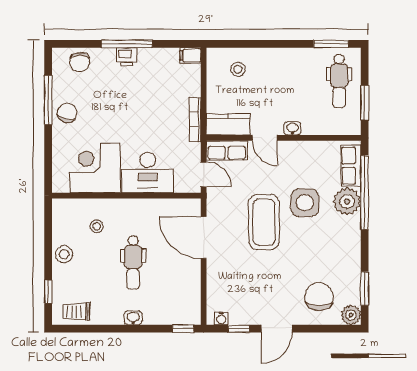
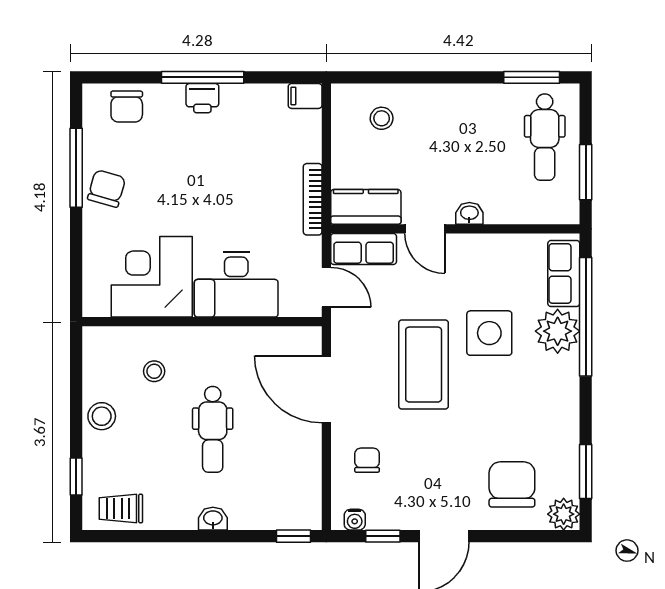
chair: (229, 282) -> (367, 460), added

